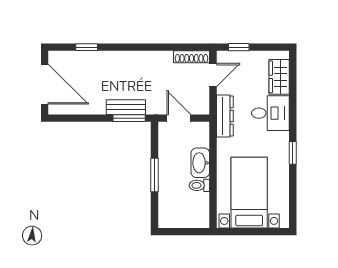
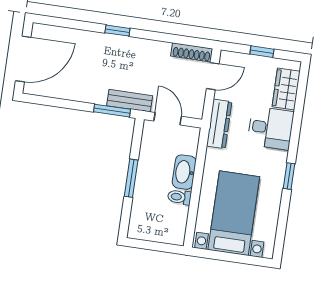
window: (87, 47) -> (117, 31), moved
window: (239, 47) -> (262, 52), moved
door: (45, 84) -> (23, 59), hinge flipped
bench: (126, 107) -> (130, 101), moved

